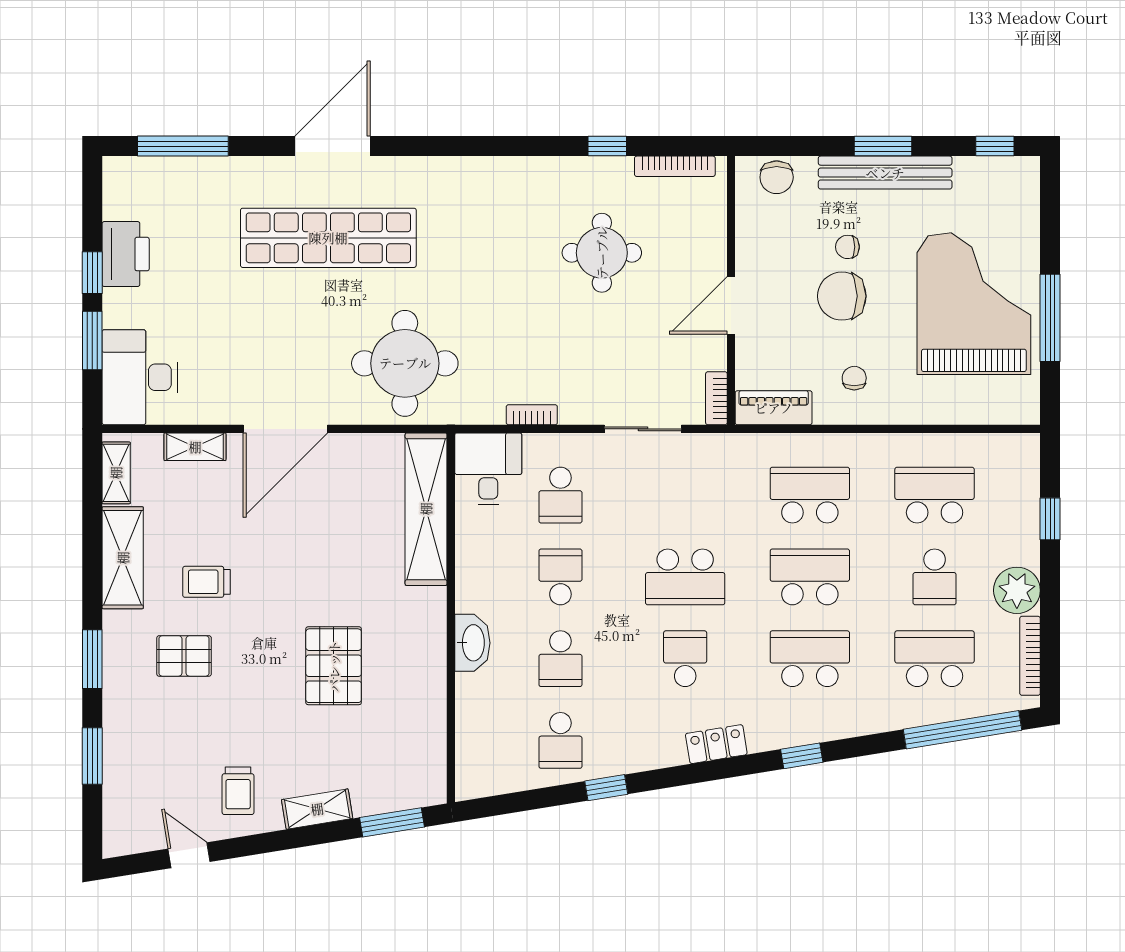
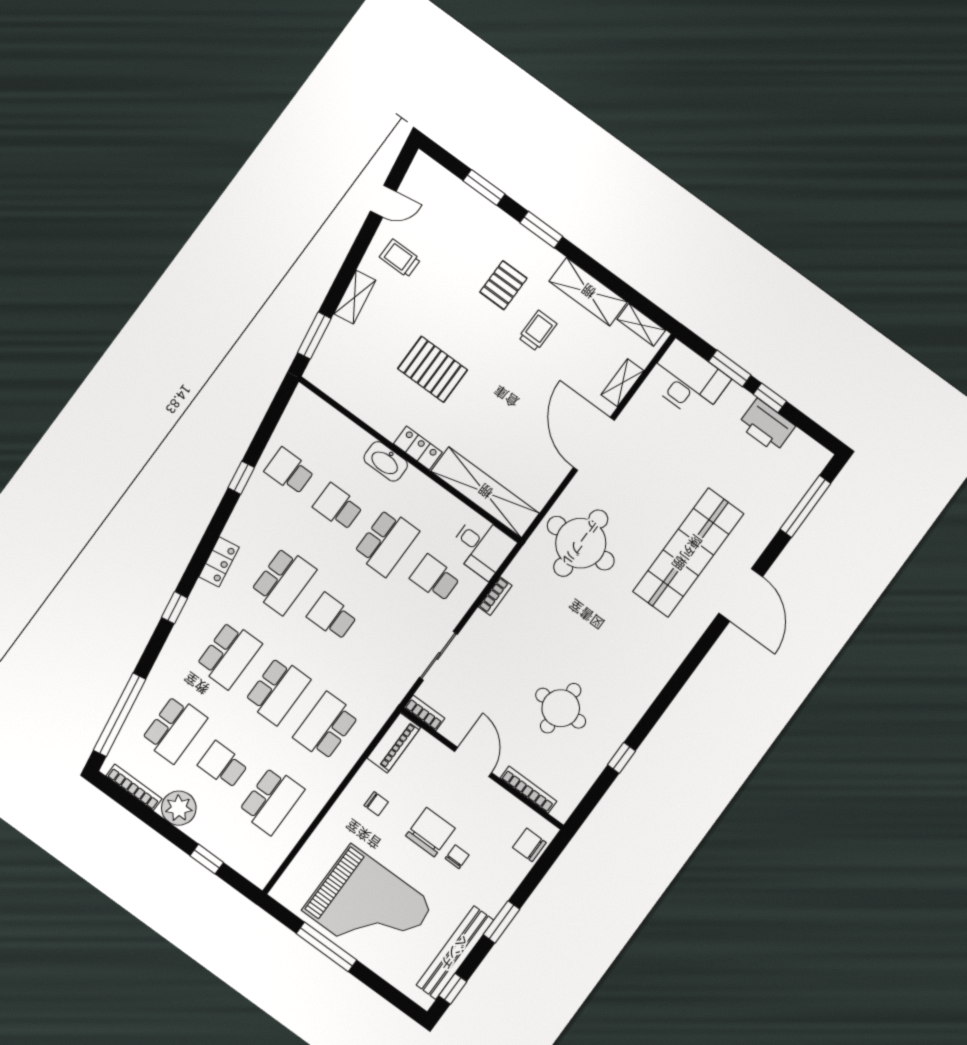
bookcase: (675, 166) -> (528, 790), moved, turned 90
bench: (885, 173) -> (455, 953), moved
school desk: (810, 495) -> (326, 726), turned 180
school desk: (560, 577) -> (386, 542), width x1.85
school desk: (685, 577) -> (332, 616), width x0.54
locker: (432, 618) -> (418, 448), added
school desk: (685, 659) -> (283, 581), width x1.85

